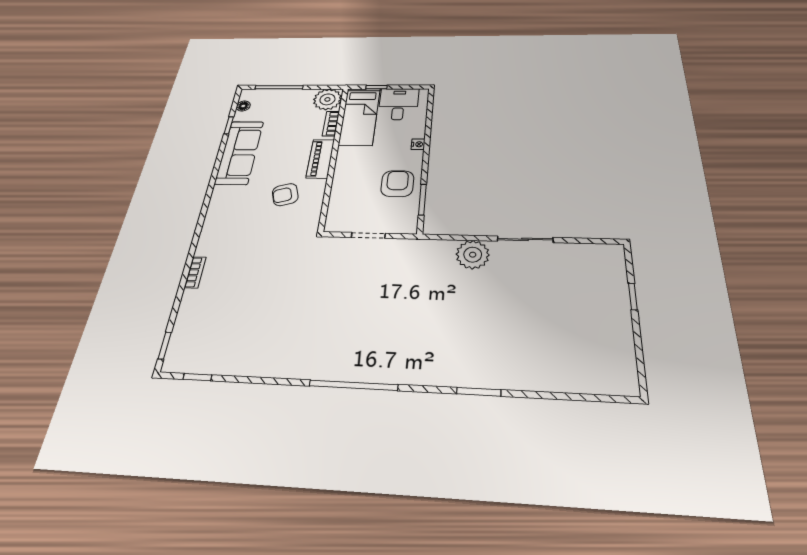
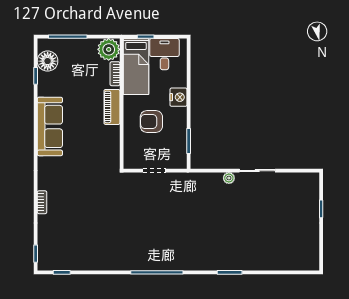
floor lamp: (243, 106) -> (48, 61), width x1.89, depth x1.89
nightstand: (418, 144) -> (178, 97), width x1.89, depth x1.79
sofa: (239, 152) -> (50, 126), moved
armchair: (397, 184) -> (151, 122), moved, turned -90
armchair: (285, 195) -> (92, 139), removed
plant: (473, 255) -> (229, 178), width x0.53, depth x0.53

